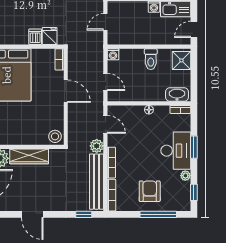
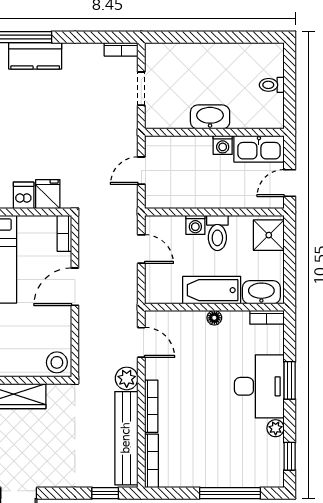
washing machine: (113, 54) -> (195, 225), moved
door: (105, 82) -> (141, 249), moved
door: (66, 91) -> (75, 287), swing flipped
bathtub: (147, 93) -> (212, 290), added
armchair: (150, 191) -> (216, 454), removed

